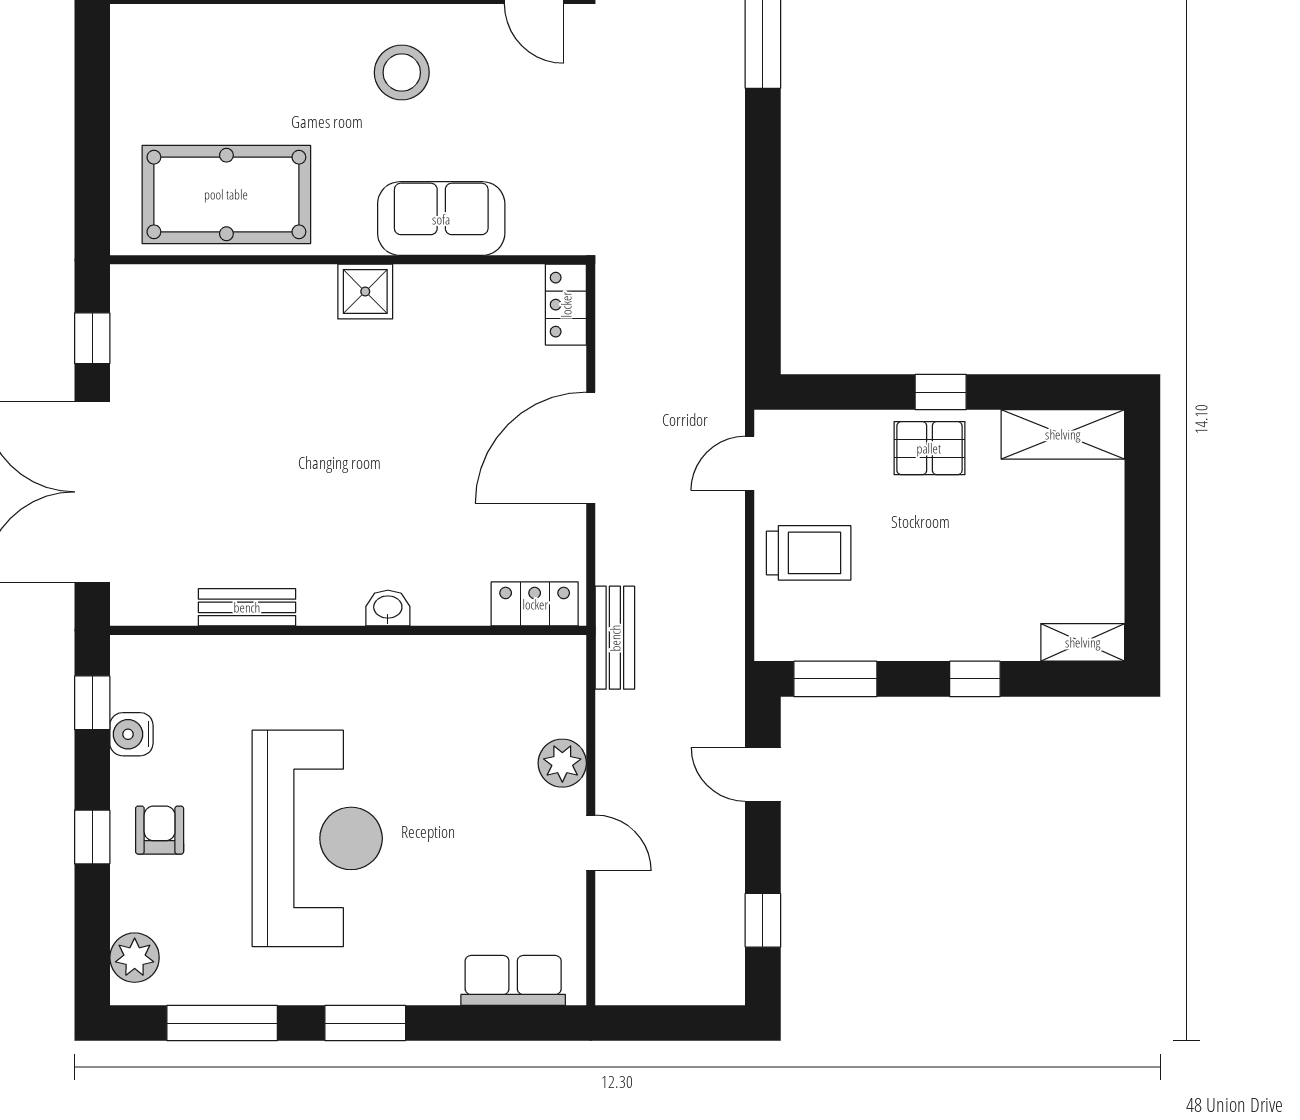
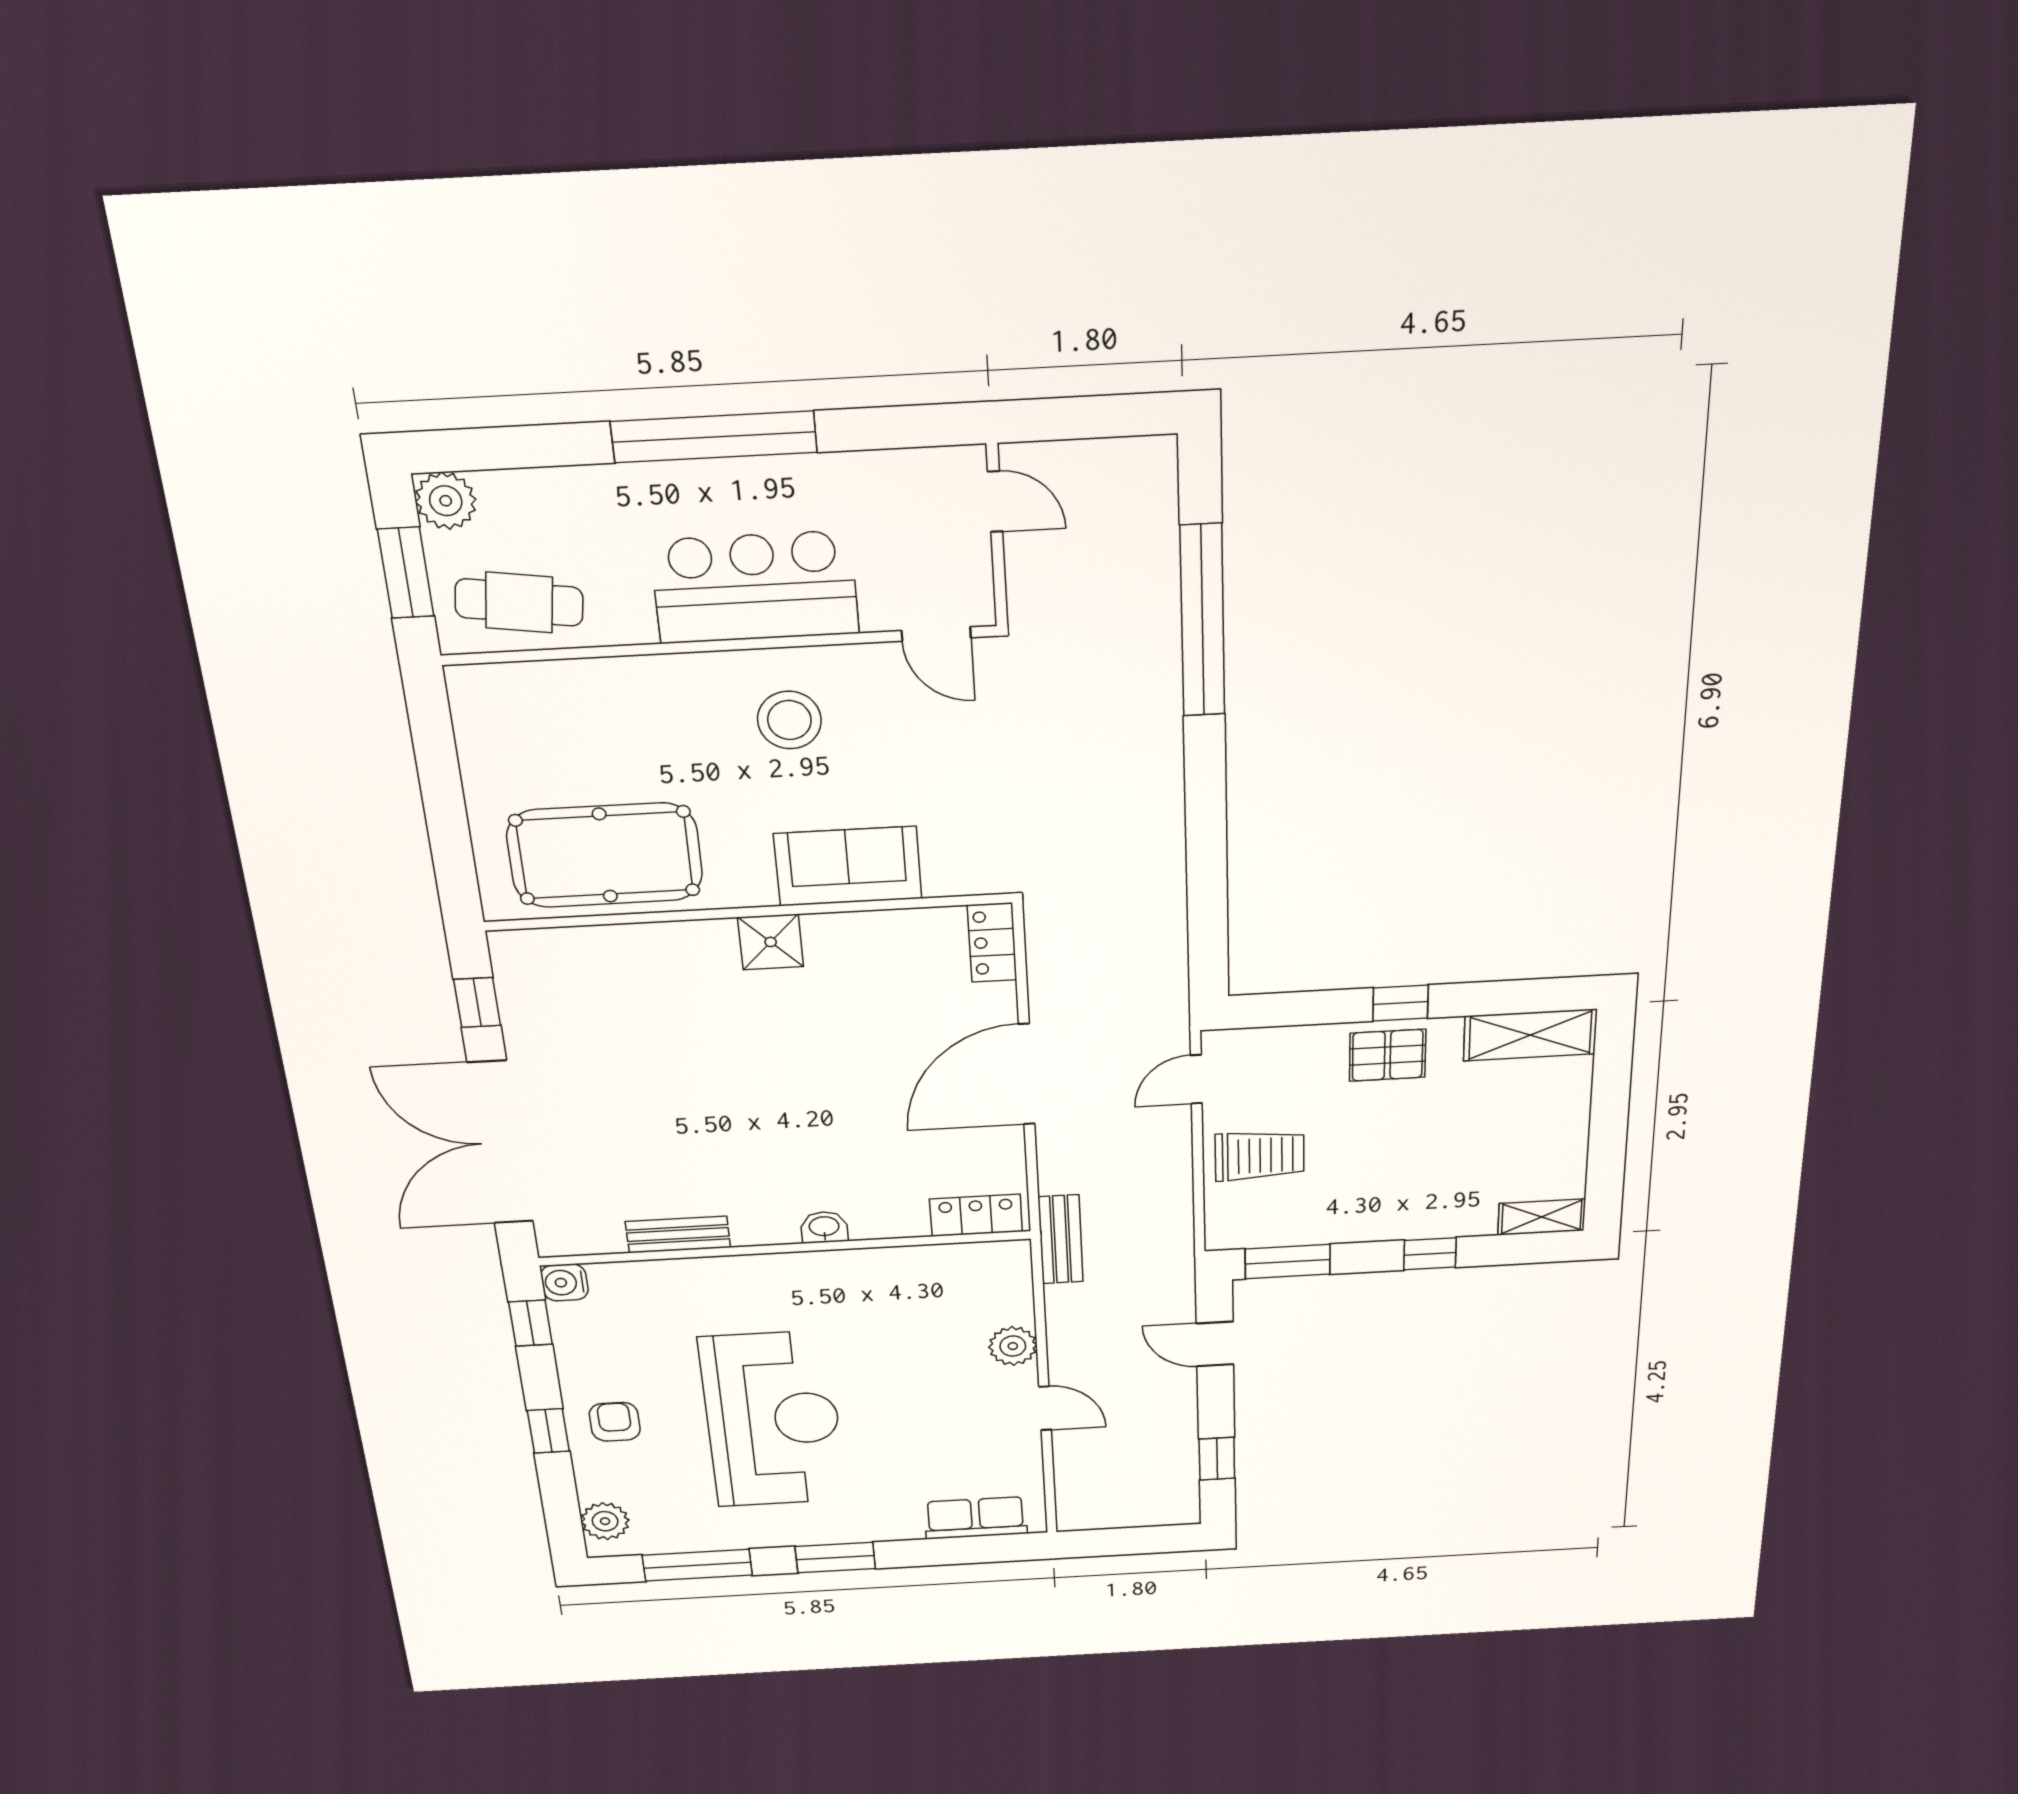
water cooler: (131, 734) -> (564, 1282), moved

